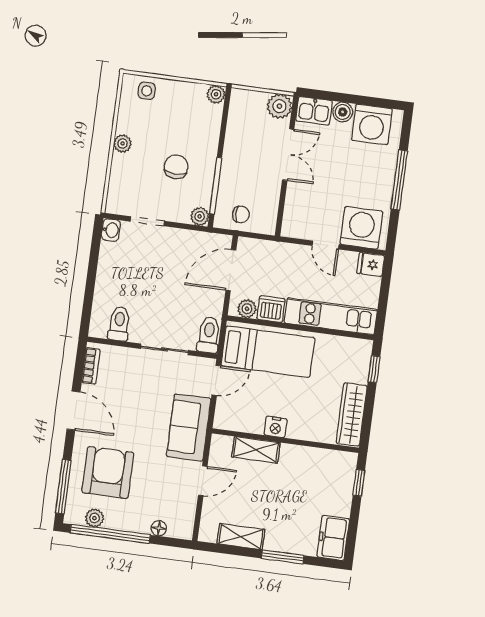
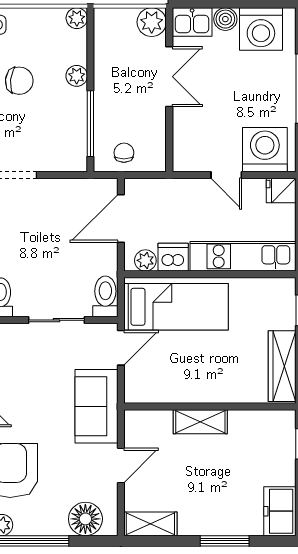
chair: (176, 167) -> (19, 81), moved, turned 96
chair: (241, 214) -> (124, 153), turned -90
plant: (200, 216) -> (77, 76), moved
nightstand: (276, 427) -> (196, 392), removed
shelving: (256, 450) -> (200, 422), moved
floor lamp: (159, 528) -> (85, 519), width x1.89, depth x1.89
shelving: (241, 537) -> (150, 524), moved

